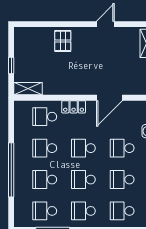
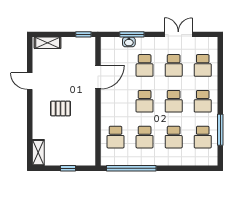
pallet: (63, 41) -> (61, 108), moved
shelving: (28, 89) -> (38, 153), moved
door: (110, 98) -> (98, 77), hinge flipped
locker: (74, 107) -> (106, 110), removed
window: (11, 170) -> (131, 168), moved

